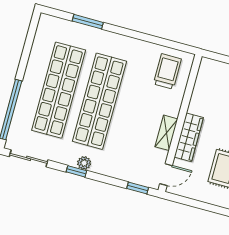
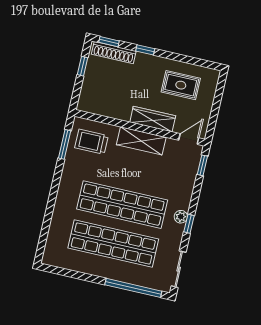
window: (88, 22) -> (65, 144), moved
shelving: (166, 133) -> (141, 141), width x1.50, depth x1.33
door: (166, 175) -> (189, 139), hinge flipped

